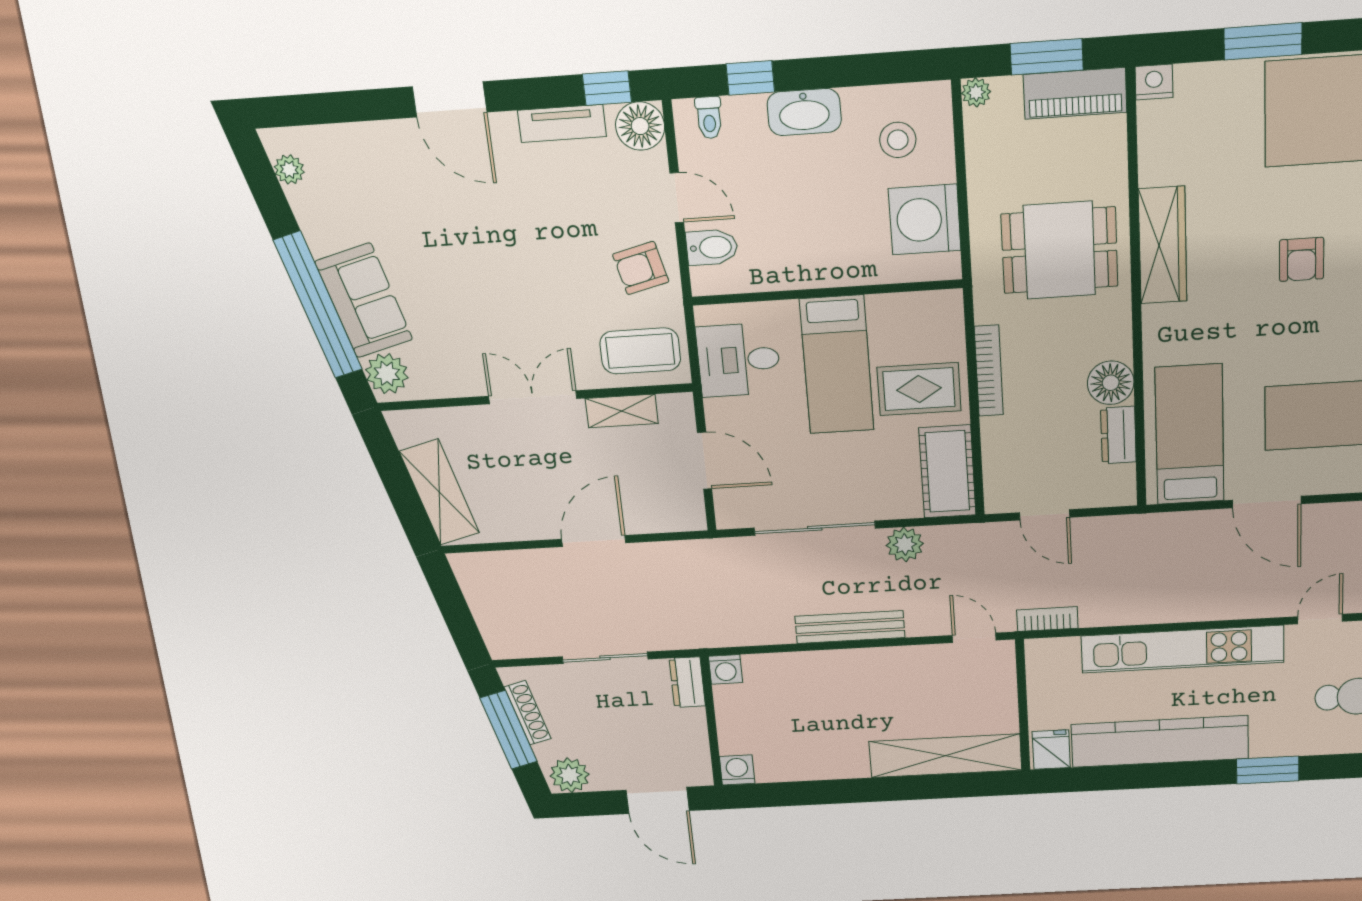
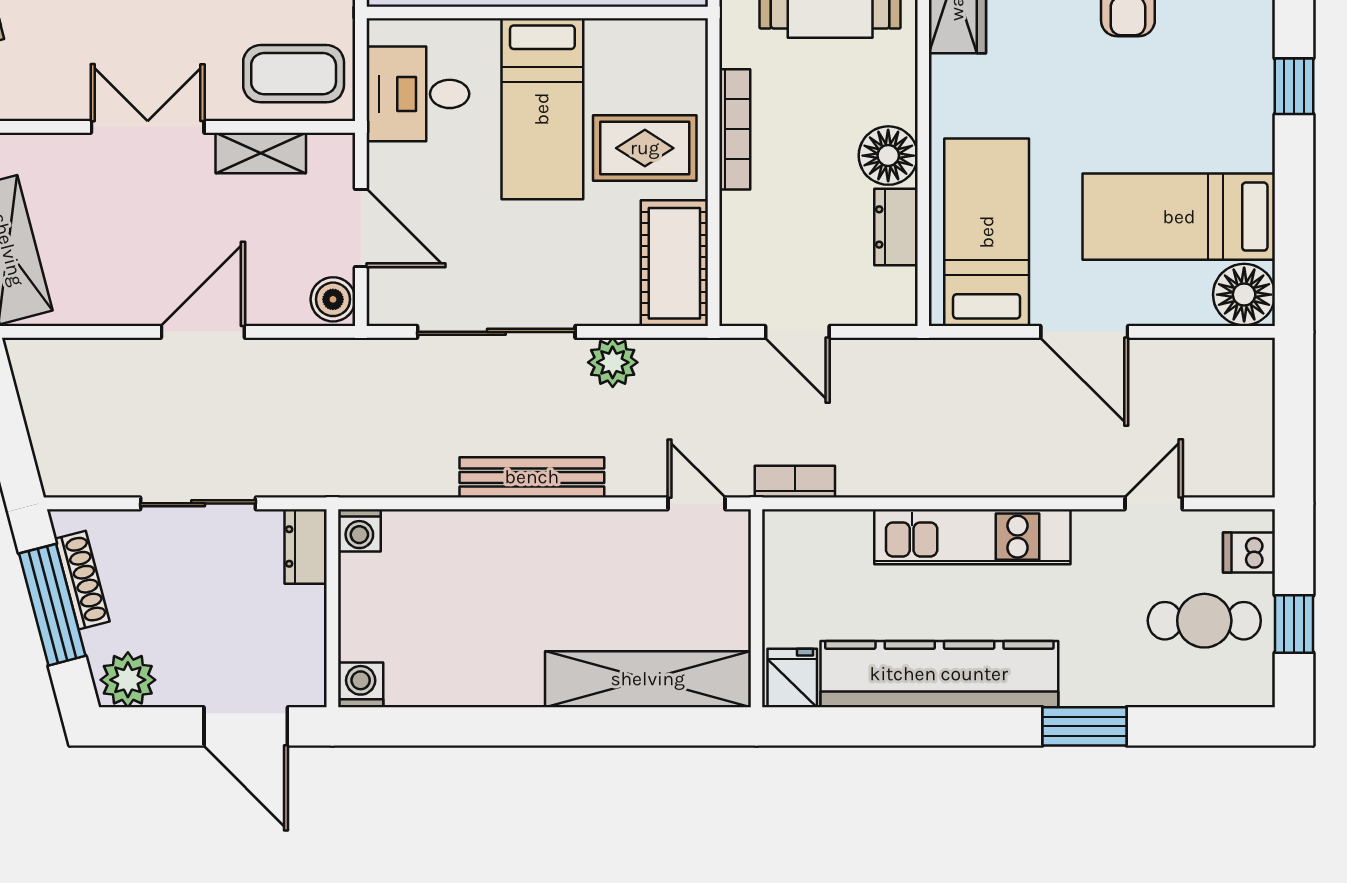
boiler: (689, 513) -> (333, 299), added
kitchen unit: (1182, 649) -> (972, 537), width x0.73

